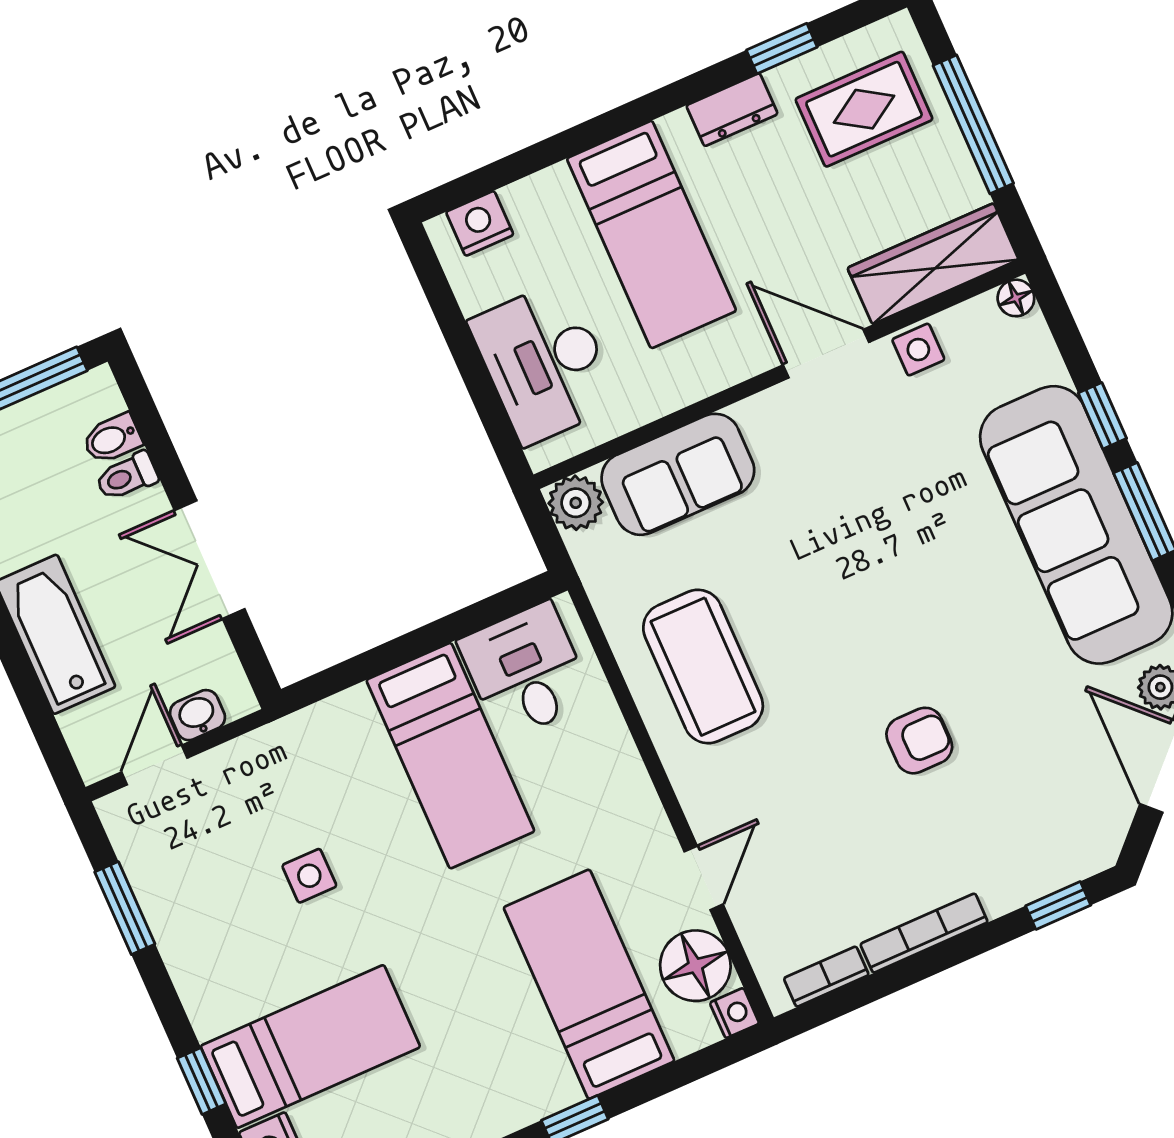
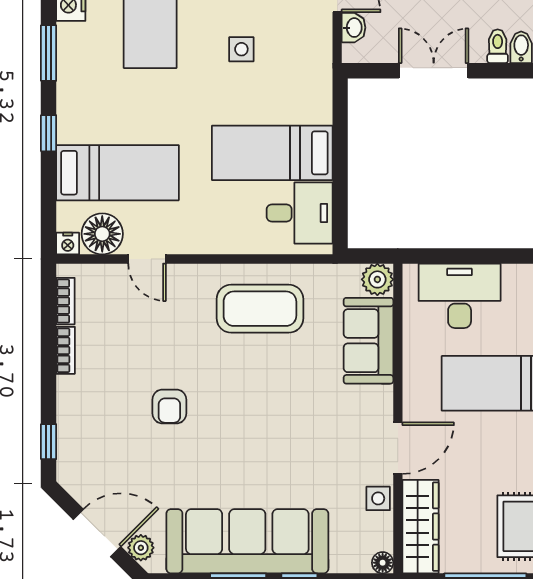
bookcase: (924, 933) -> (66, 350), width x0.64

